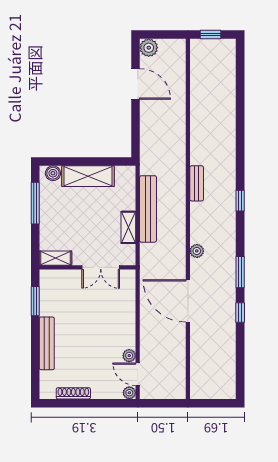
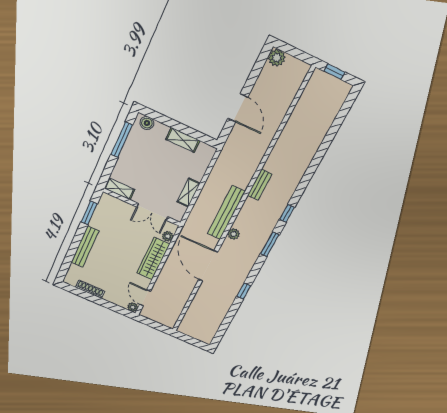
door: (135, 84) -> (238, 108), moved
shelving: (88, 176) -> (183, 140), width x0.67, depth x0.75
bench: (148, 209) -> (226, 213), moved
window: (240, 272) -> (270, 244), moved
wardrobe: (126, 322) -> (153, 259), added
plant: (129, 356) -> (168, 236), moved

